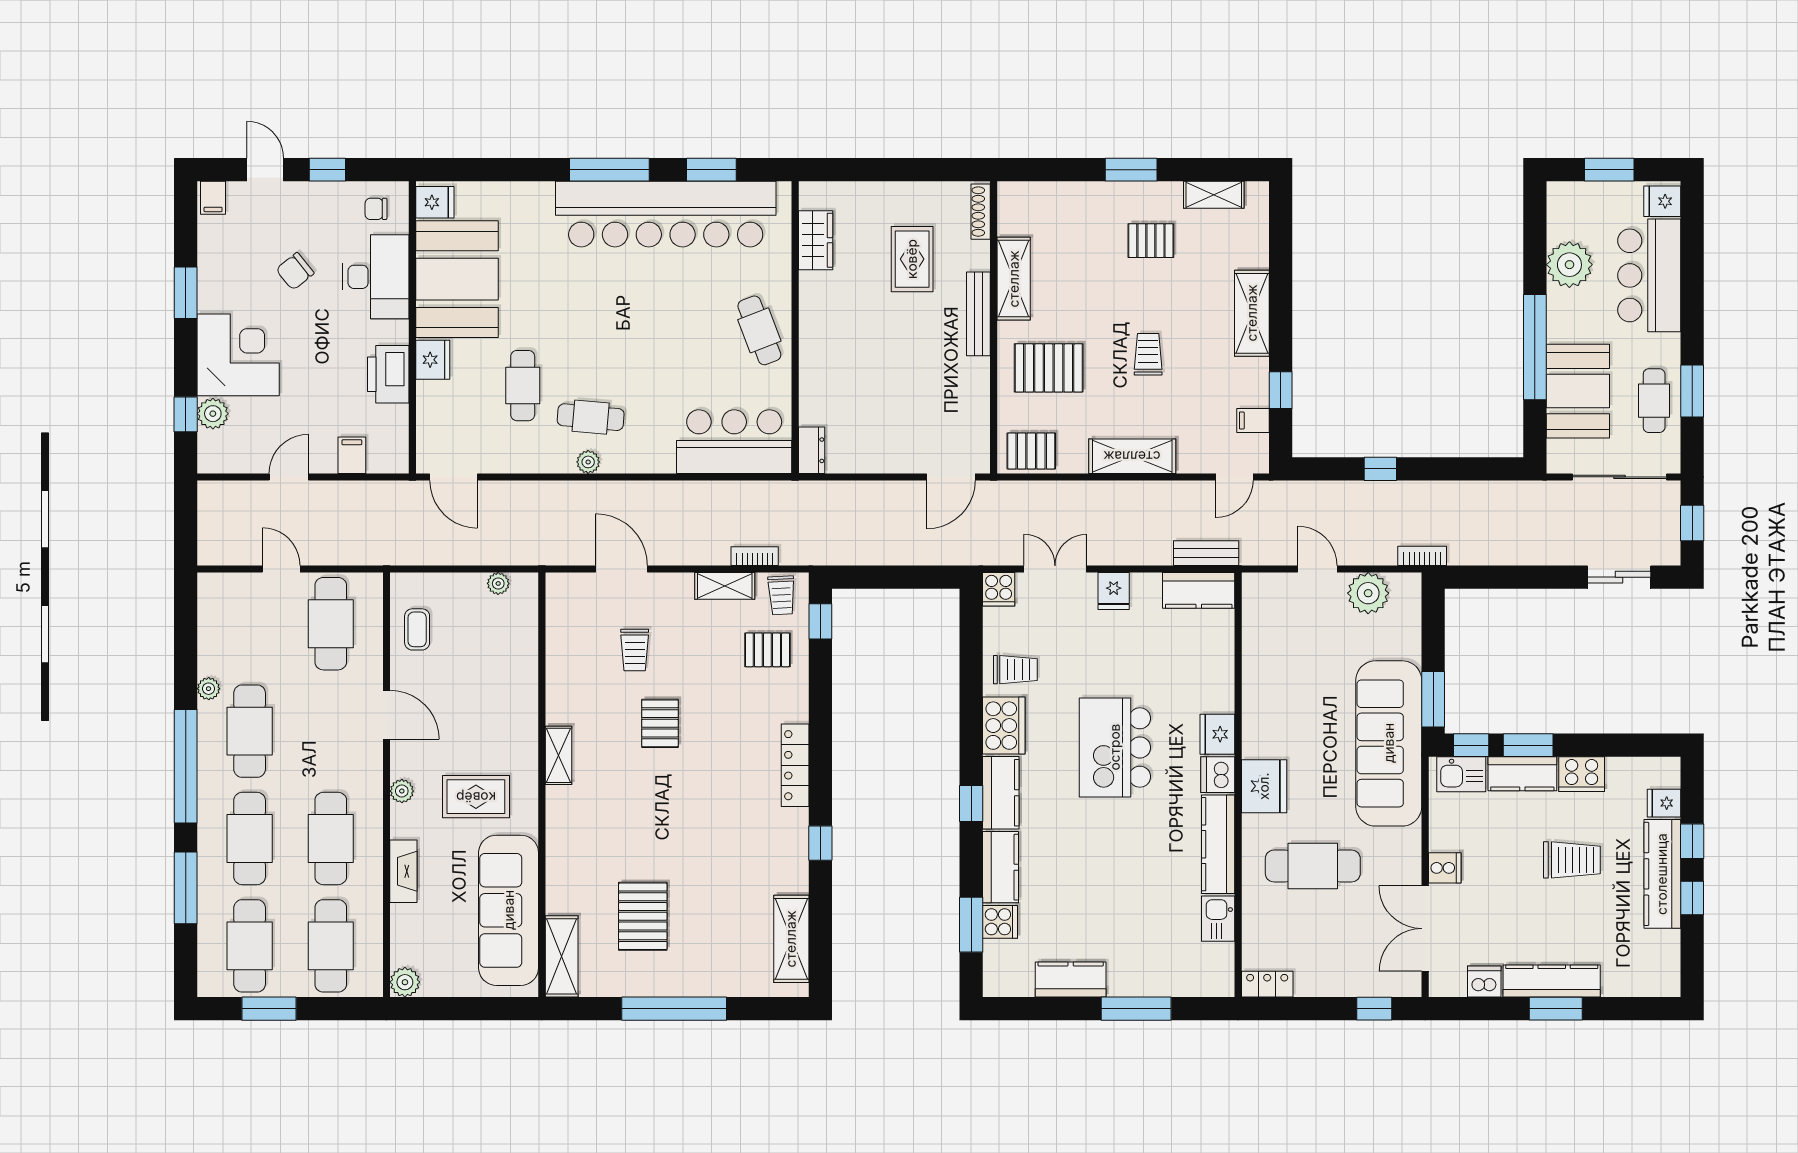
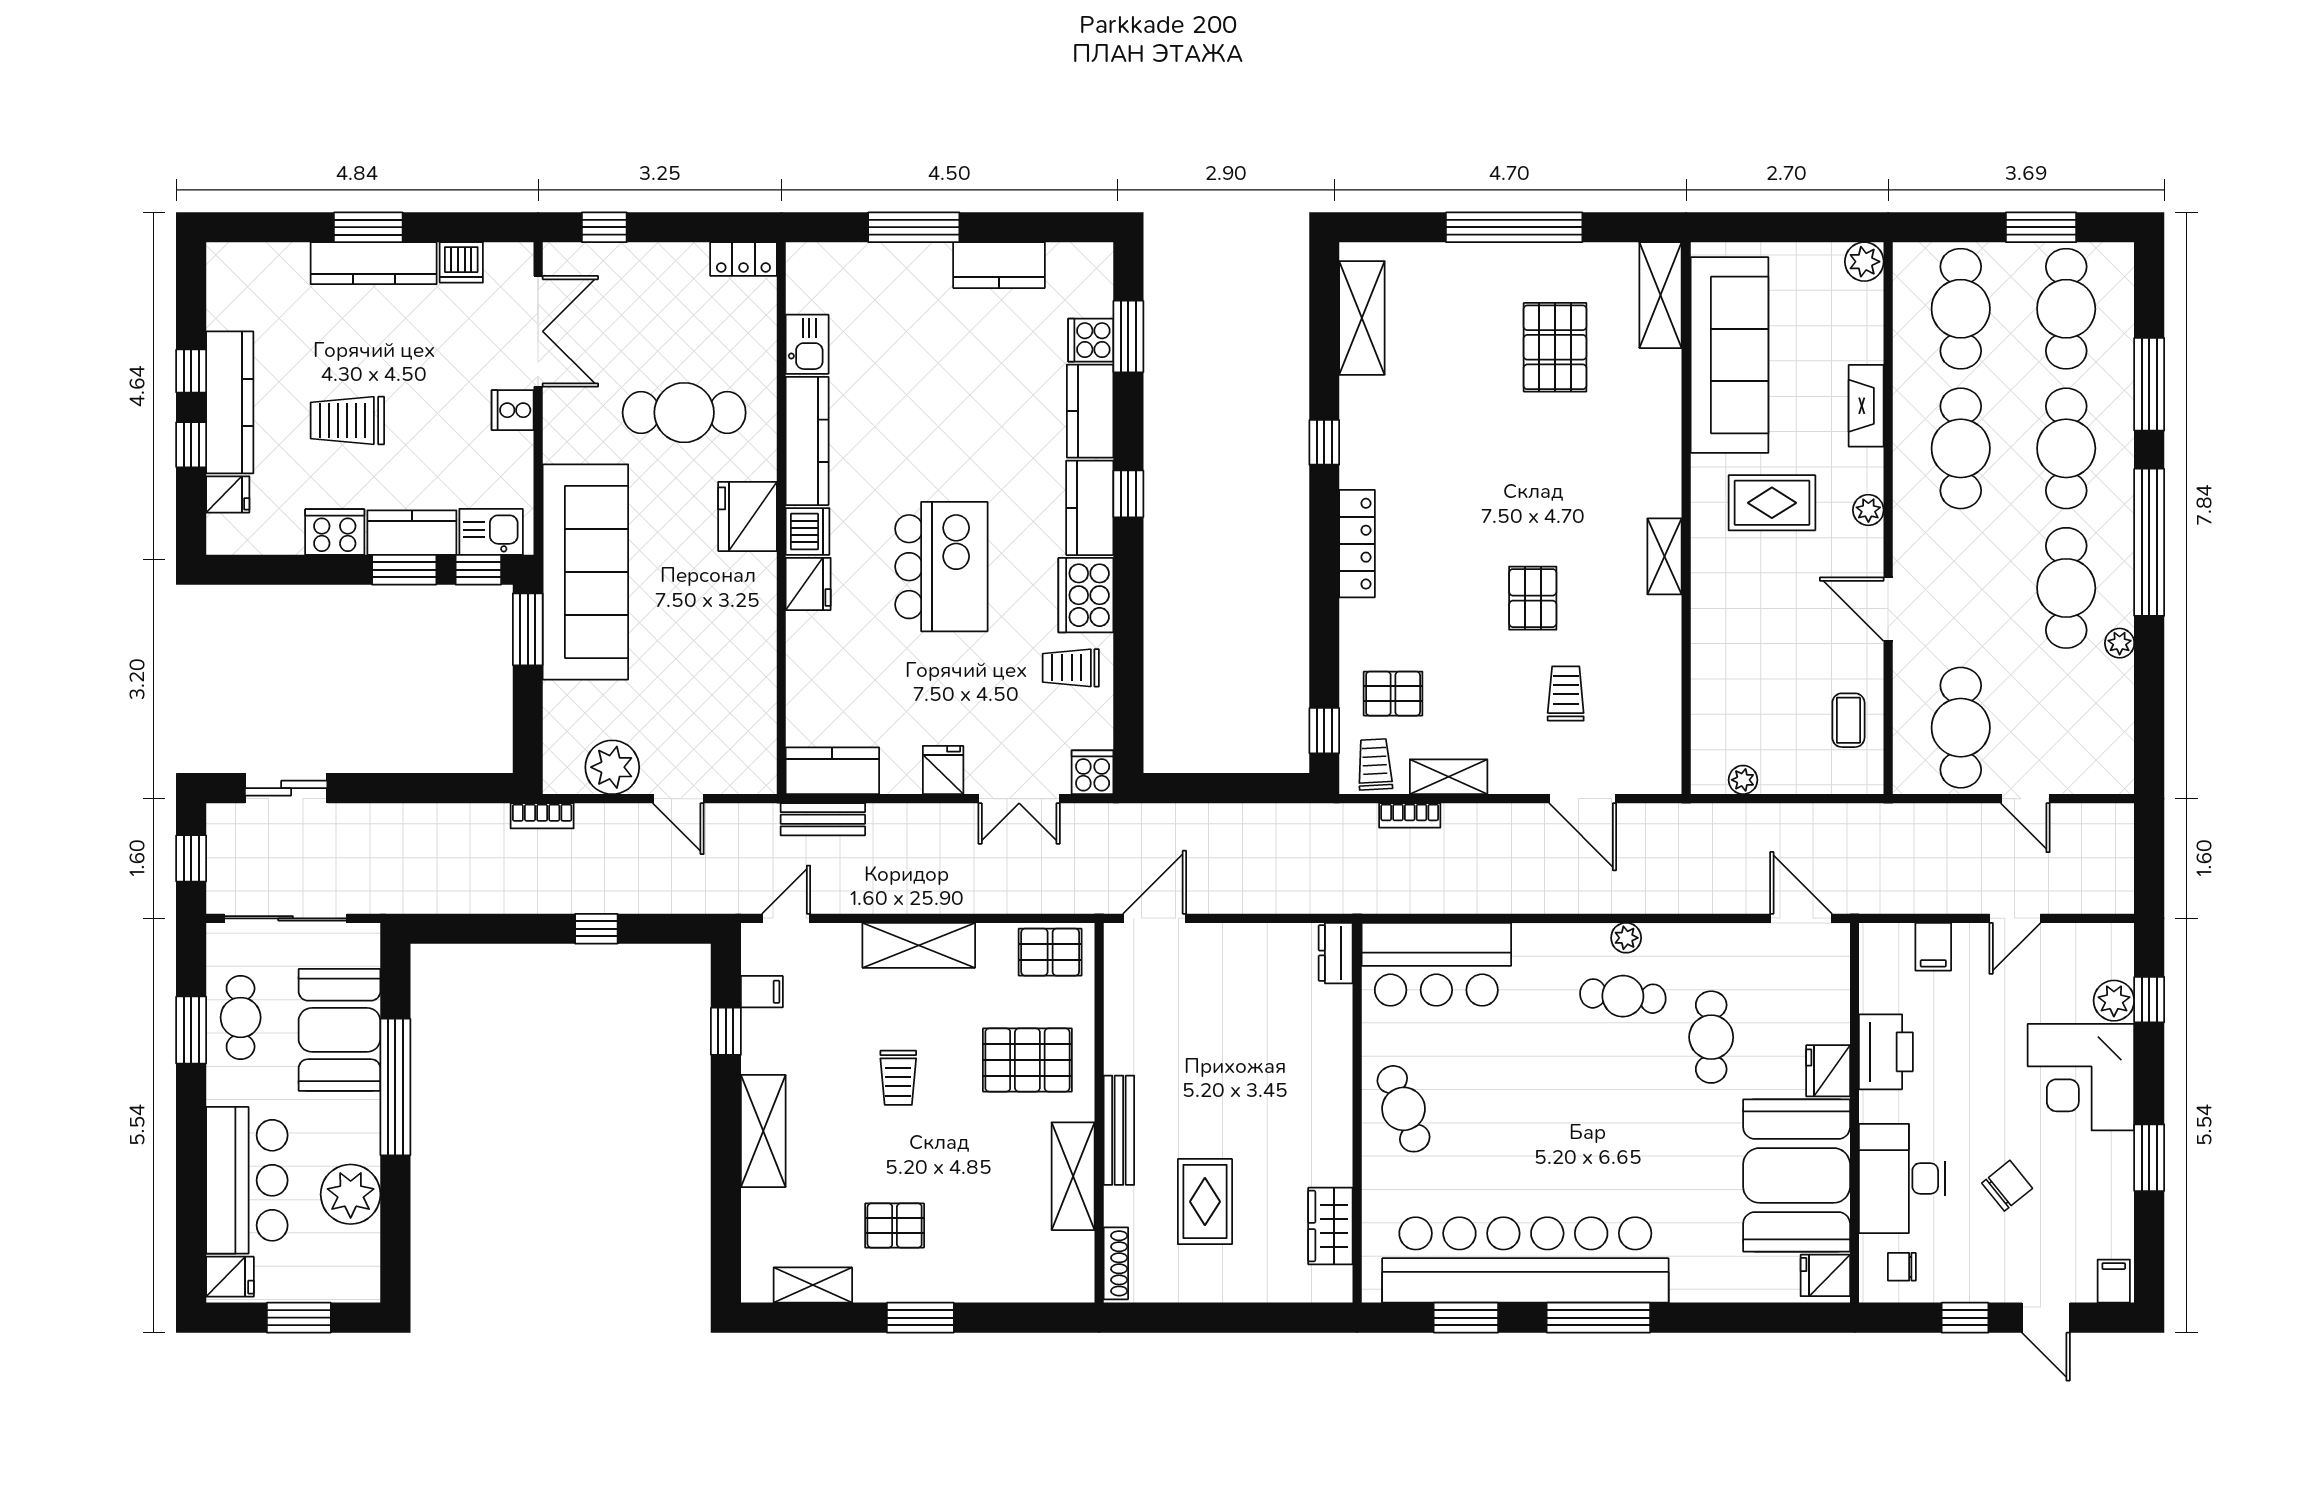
chair: (376, 209) -> (1902, 1267), turned 180

